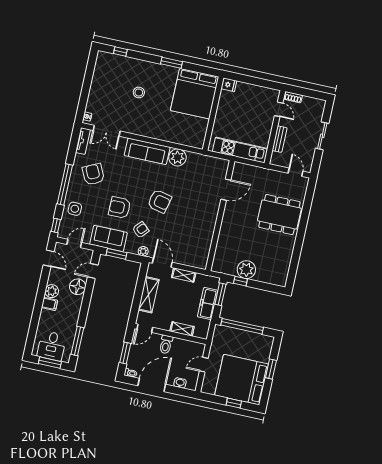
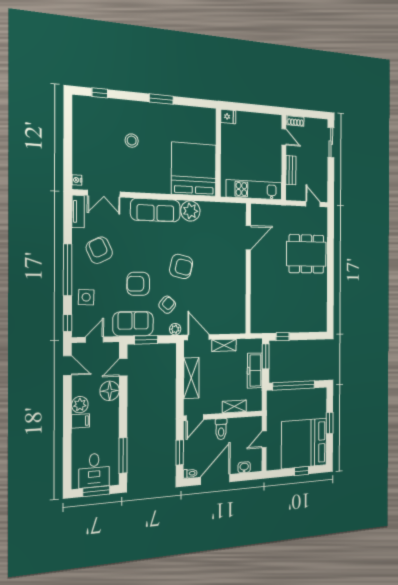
bed: (195, 94) -> (194, 169), moved, turned 180
sliding door: (322, 136) -> (331, 143), moved
plant: (246, 270) -> (286, 322), removed

